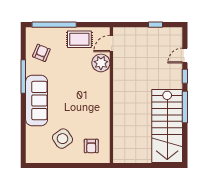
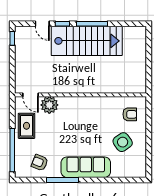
window: (155, 25) -> (12, 38), moved
stairs: (167, 126) -> (87, 41), moved

